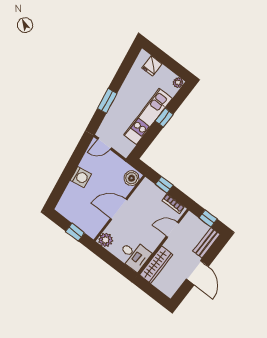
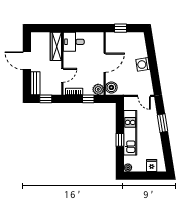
door: (104, 144) -> (144, 96), swing flipped
plant: (106, 240) -> (98, 89), moved

